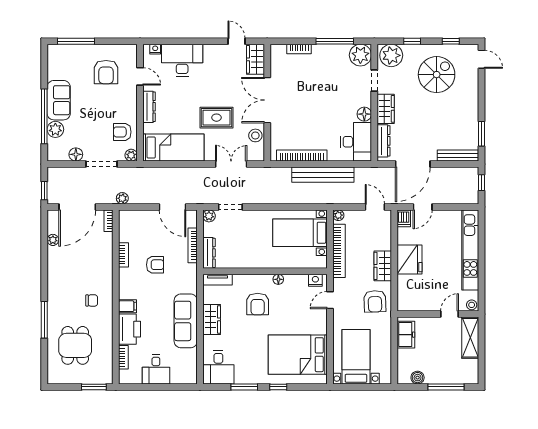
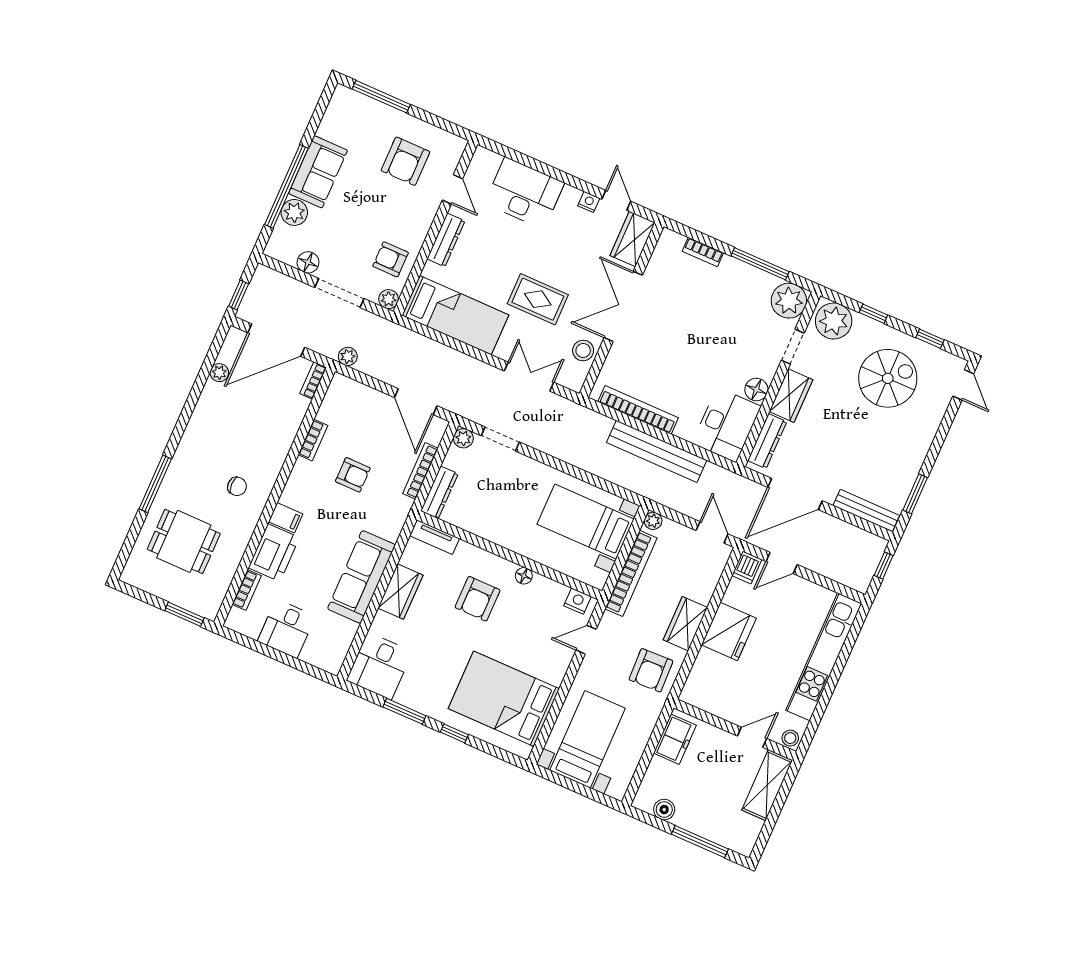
nightstand: (155, 49) -> (589, 202), moved
dining table: (75, 345) -> (184, 541), turned 90

